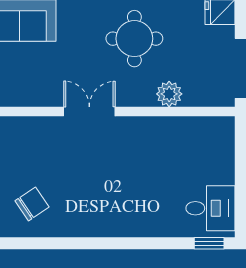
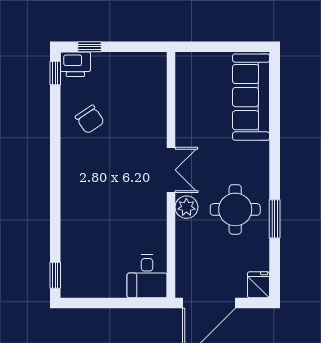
plant: (169, 94) -> (186, 207), moved
desk: (210, 208) -> (147, 276), moved

